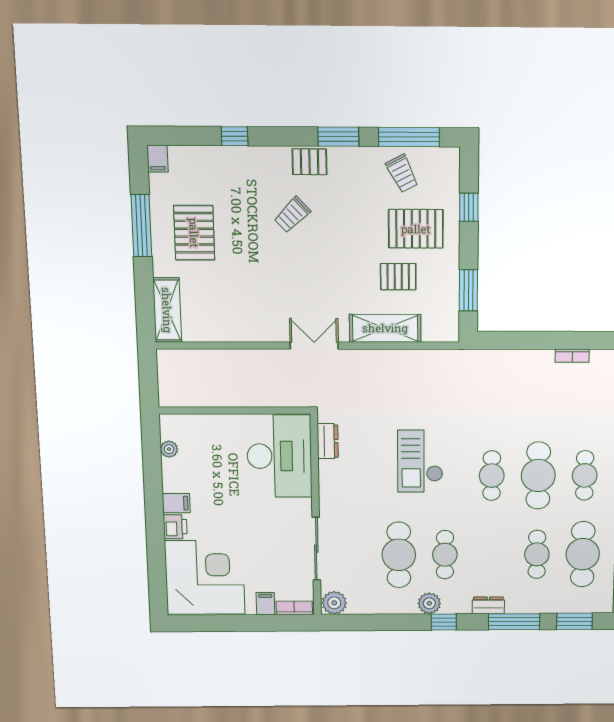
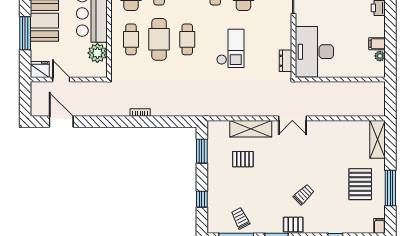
pallet: (416, 229) -> (233, 187), removed
filing cabinet: (176, 503) -> (377, 44), moved

